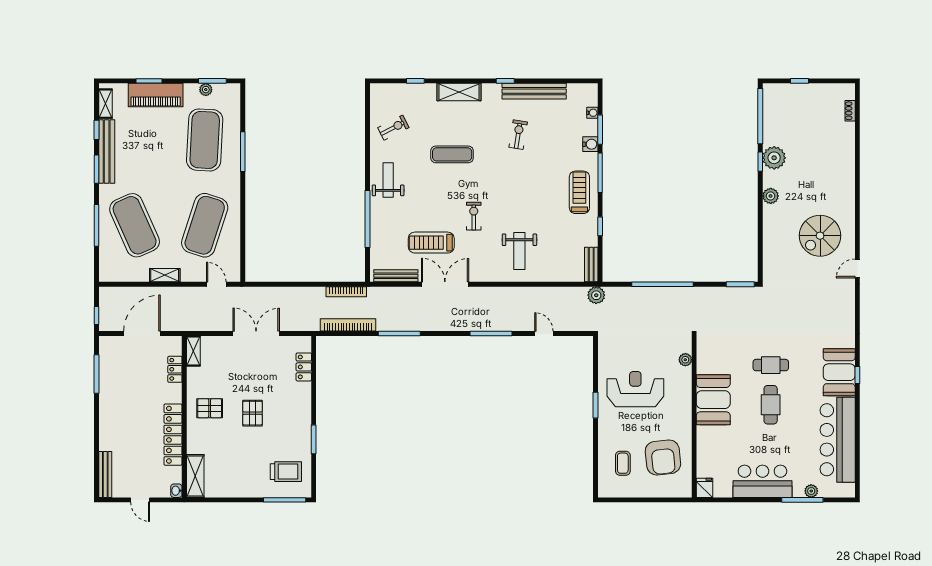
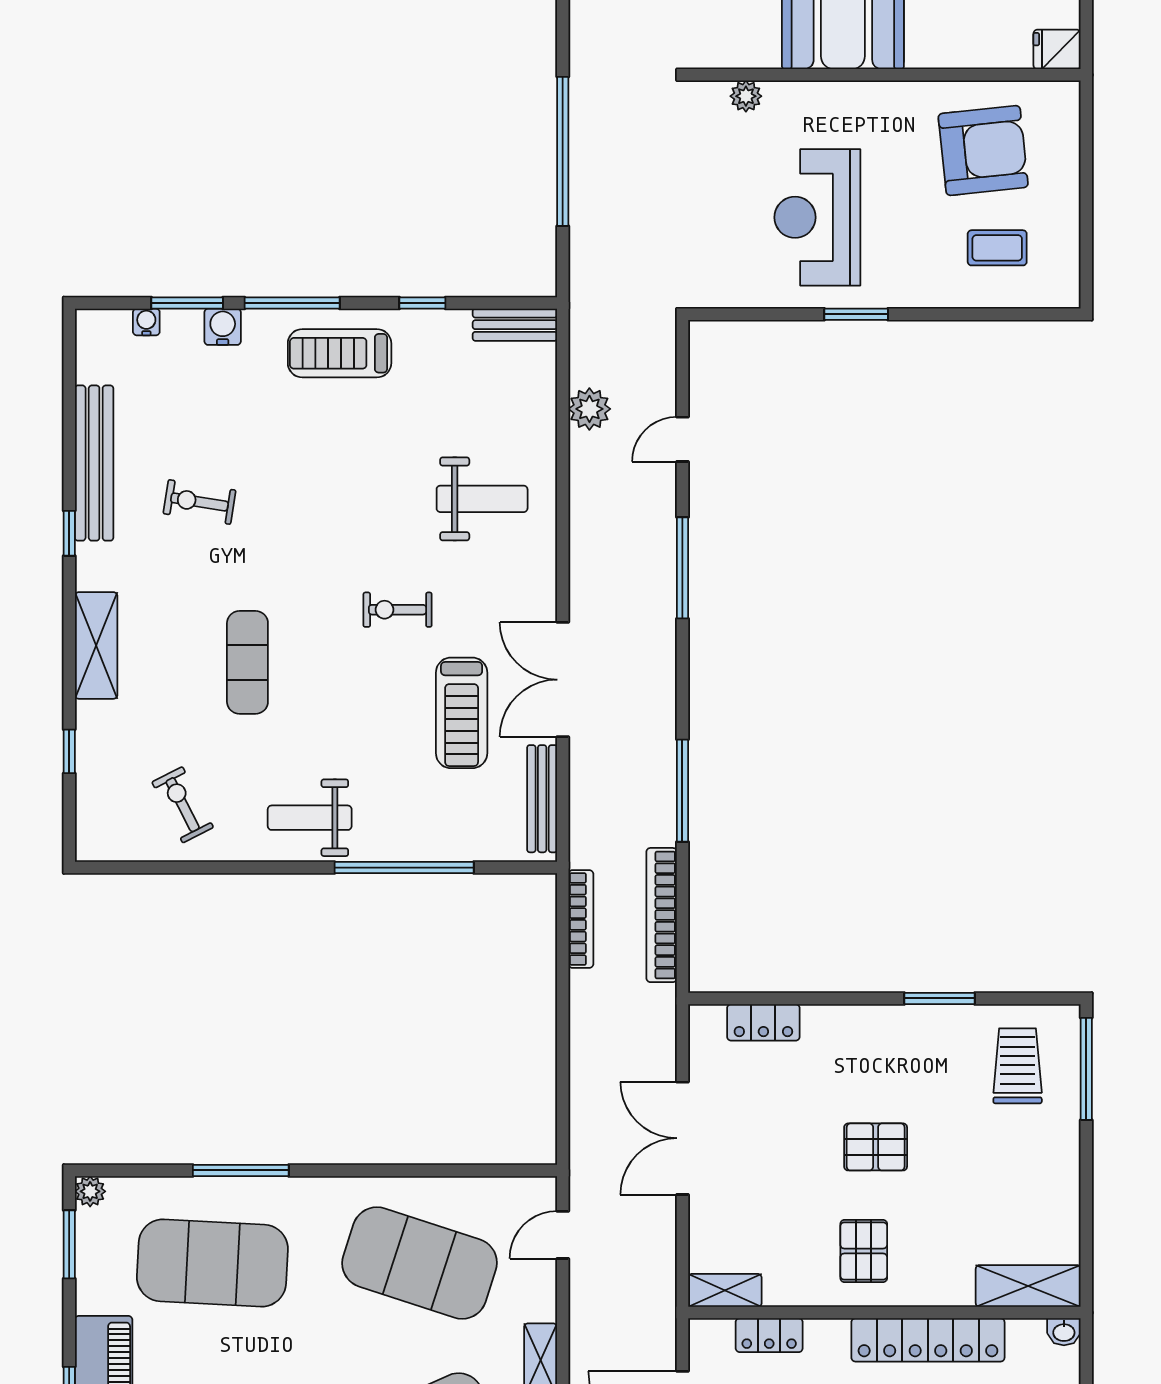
plant: (206, 90) -> (90, 1191), moved
plant: (596, 295) -> (589, 409), moved

